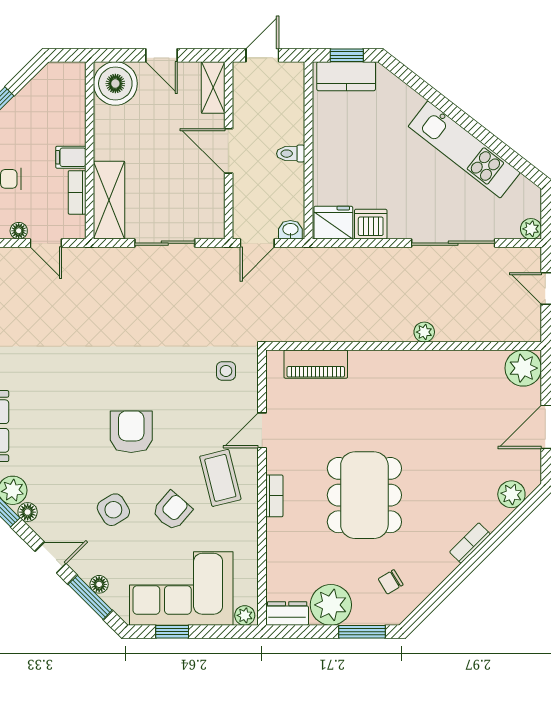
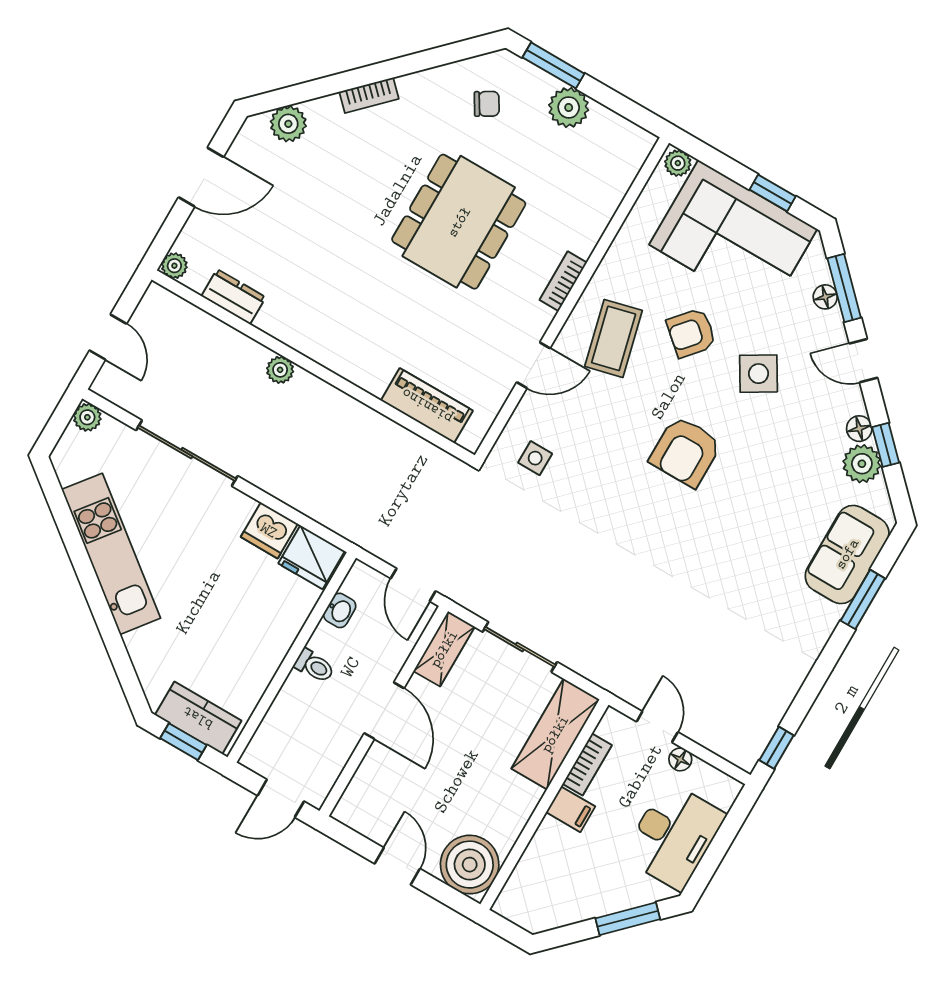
shelving: (213, 88) -> (444, 649), moved
washbasin: (290, 230) -> (340, 610), moved, turned -90
door: (257, 243) -> (413, 585), swing flipped
plant: (523, 368) -> (174, 266), width x0.53, depth x0.53
plant: (331, 605) -> (569, 107), width x0.73, depth x0.73
dresser: (287, 613) -> (233, 297), moved, turned 180

